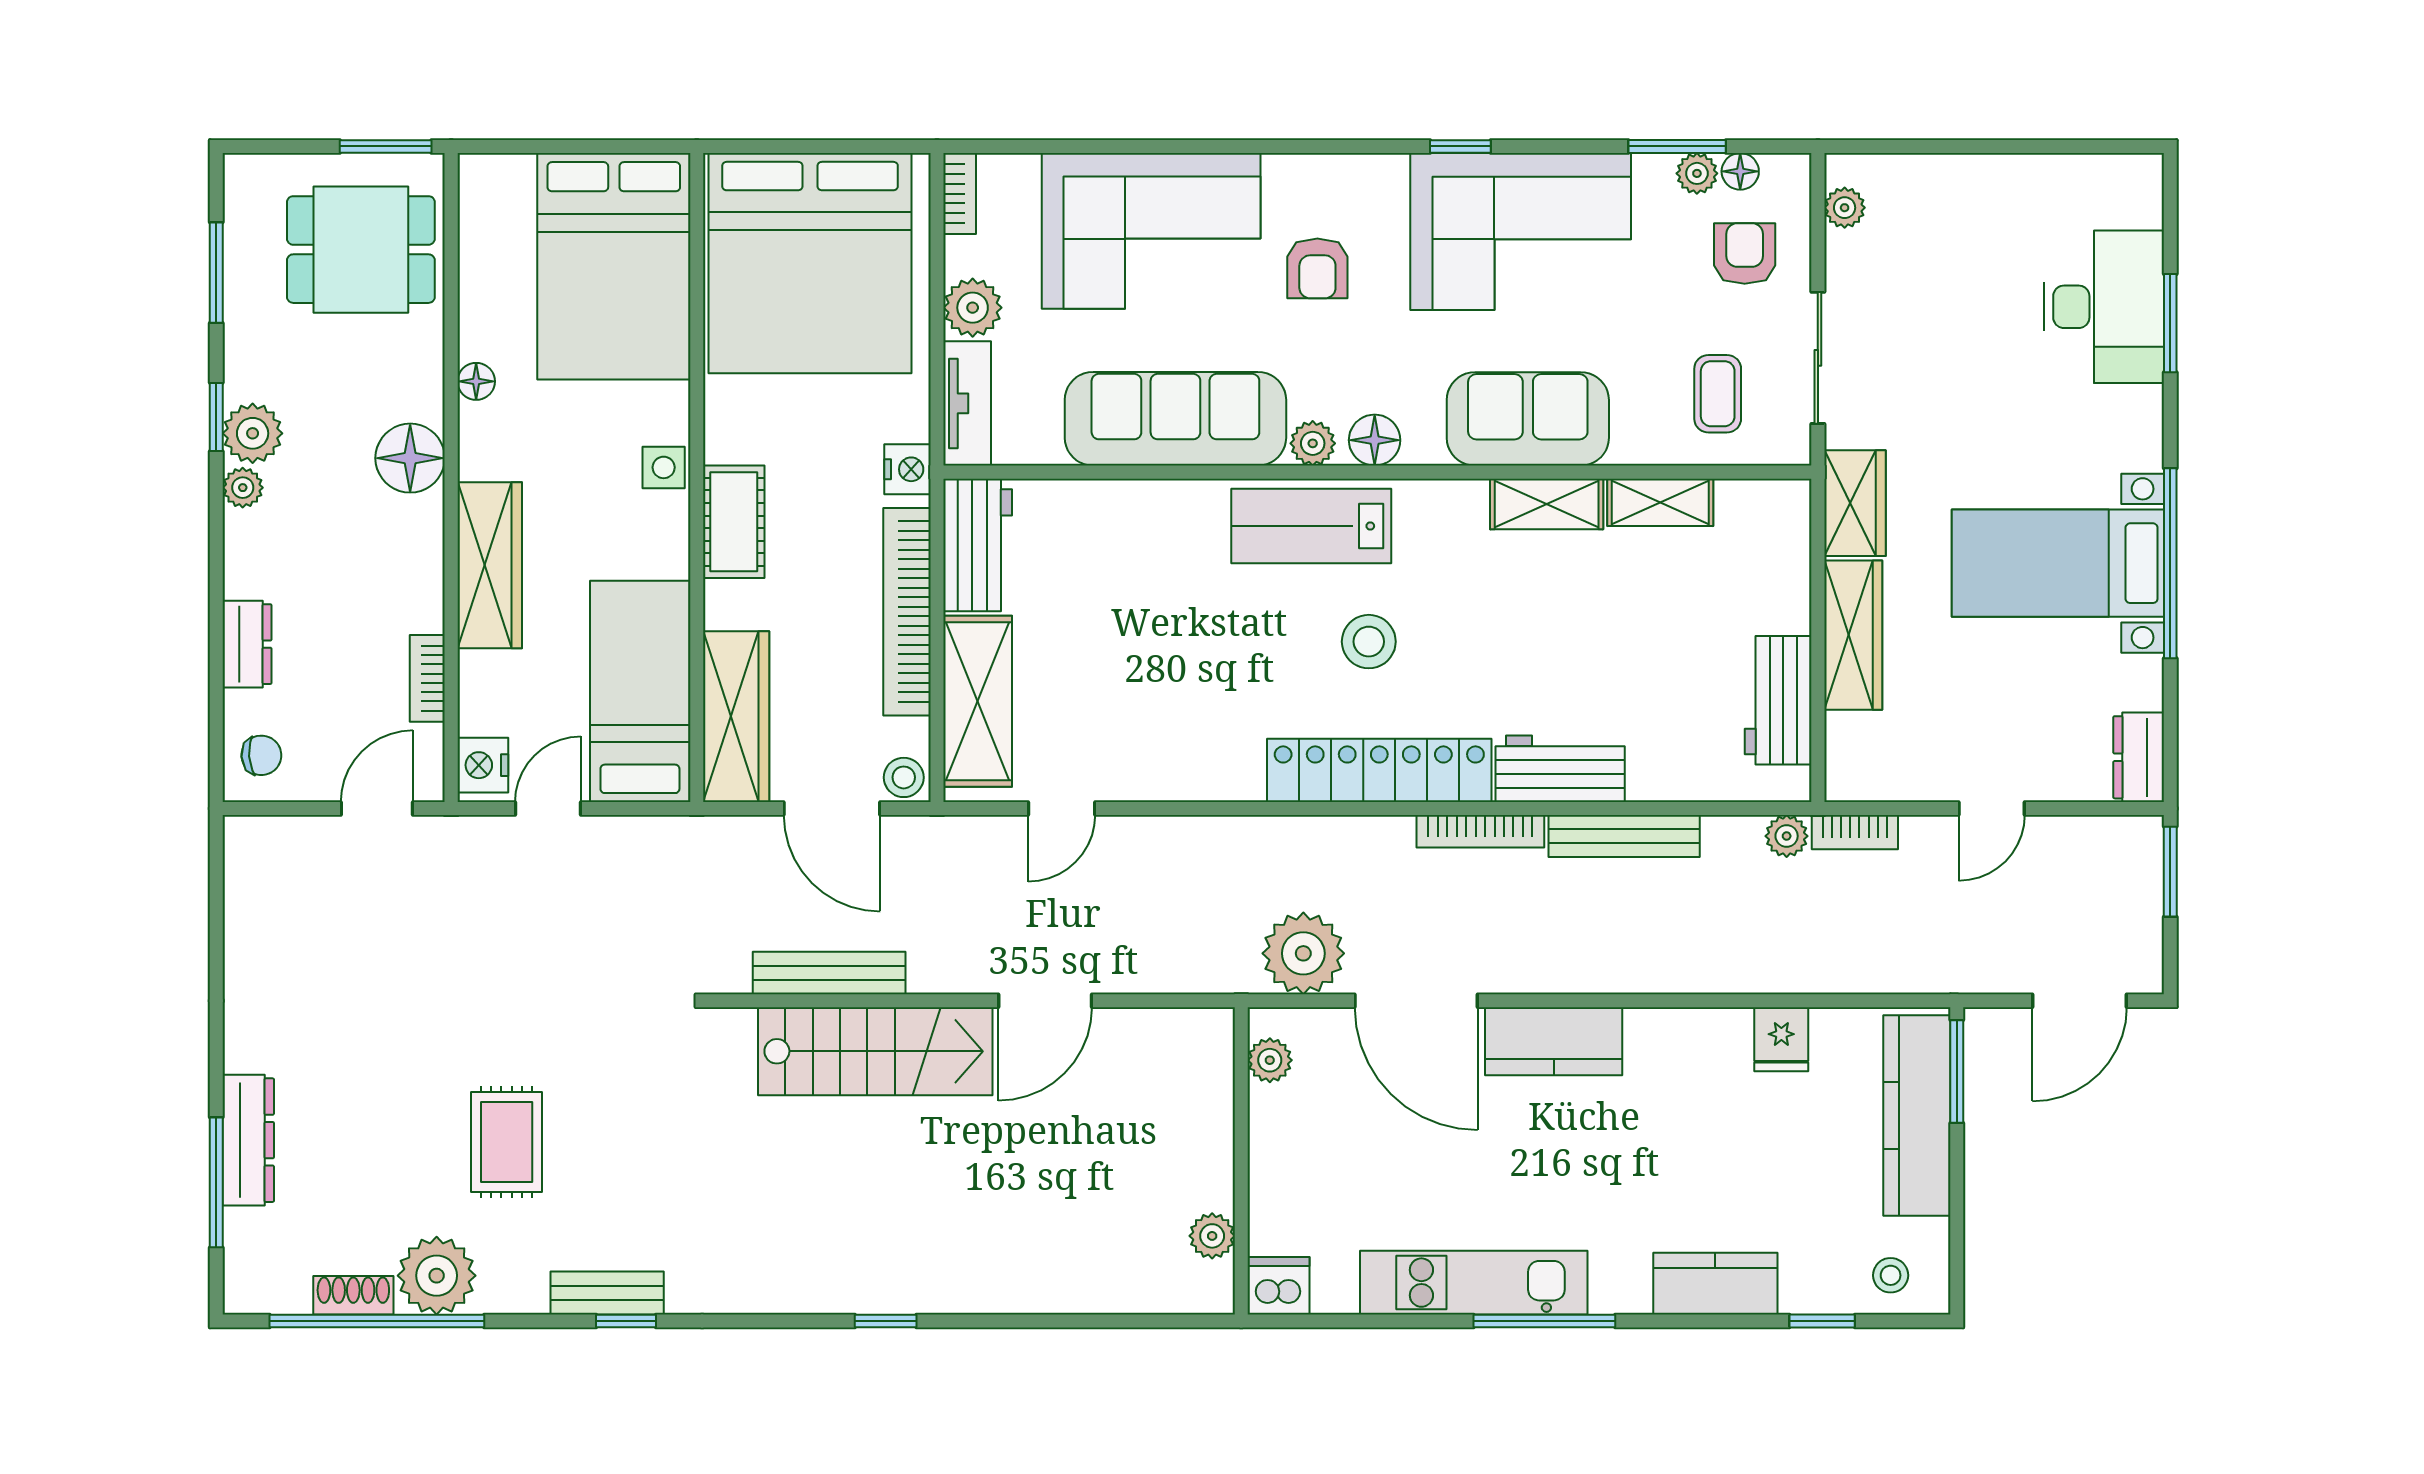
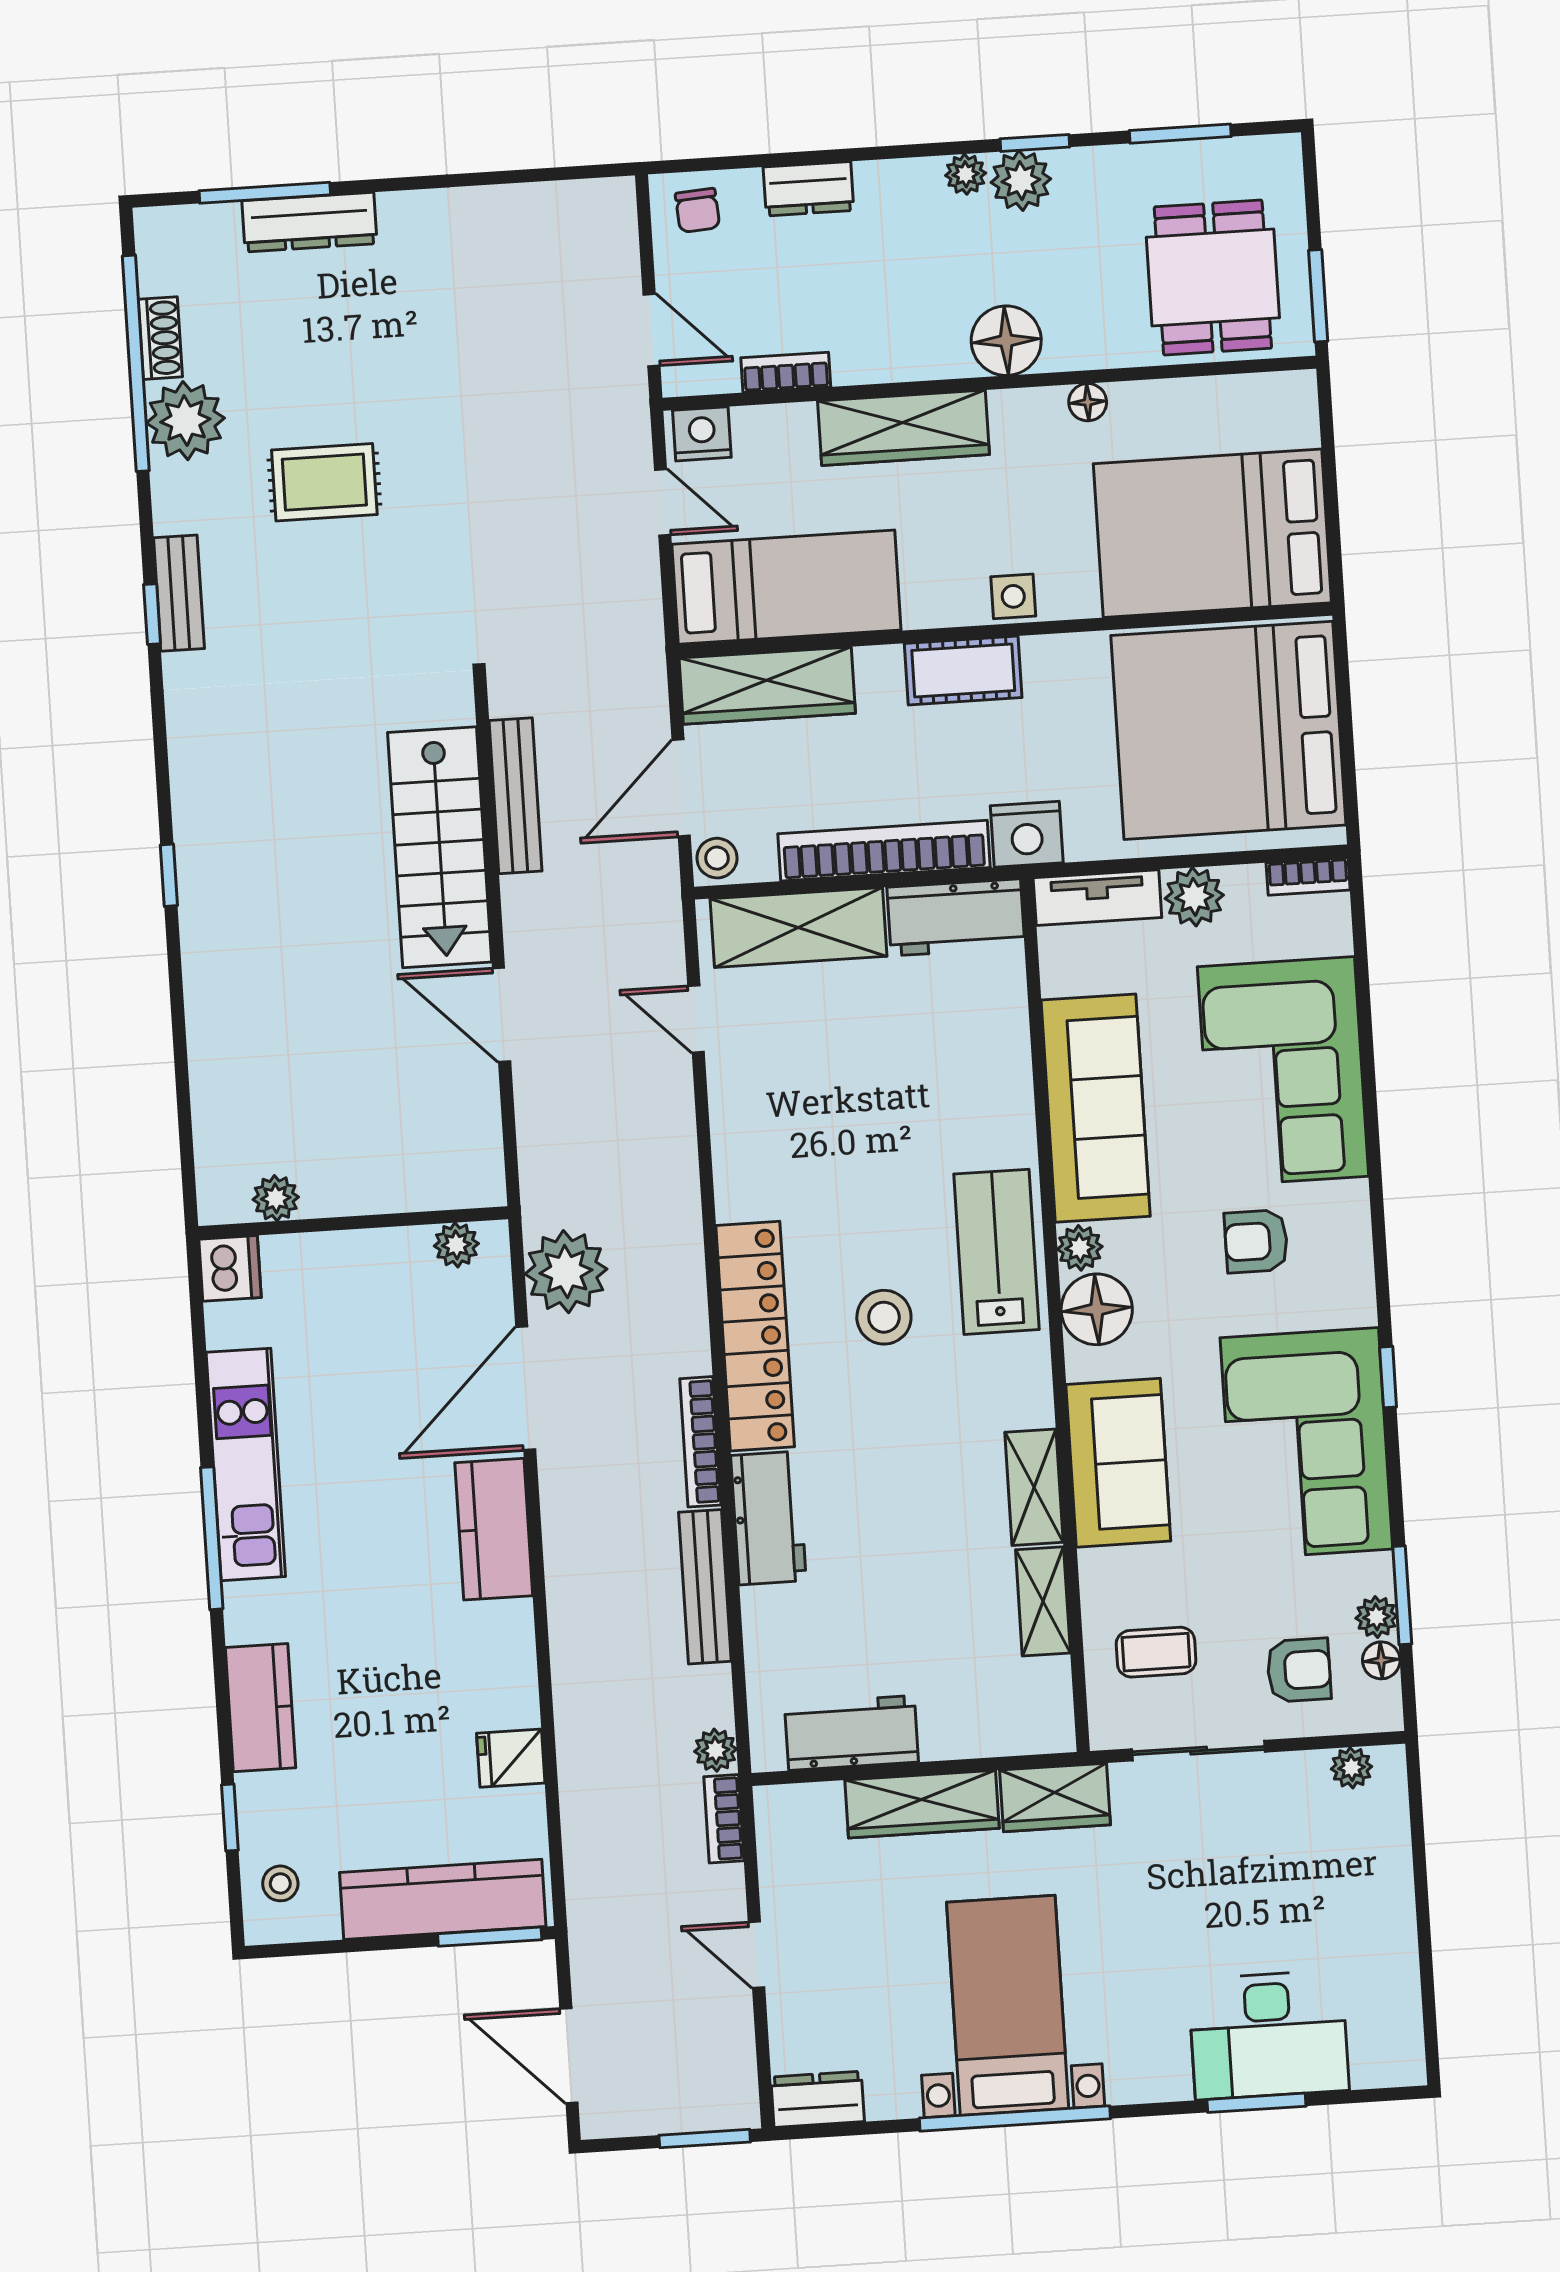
floor lamp: (1375, 440) -> (1097, 1309), width x1.38, depth x1.38
nightstand: (907, 469) -> (1027, 834), width x1.36, depth x1.33

